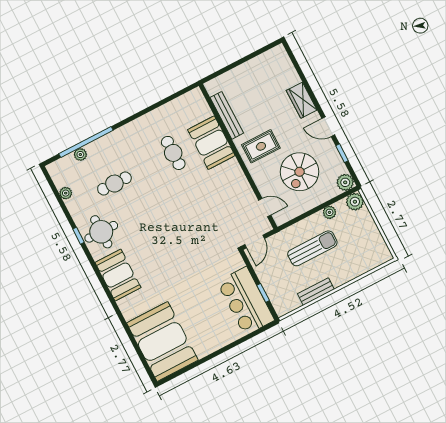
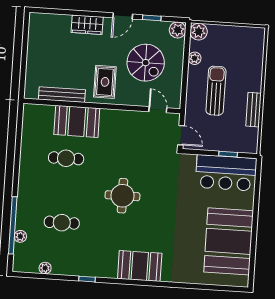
cafe table: (114, 184) -> (62, 223), turned 90
door: (265, 208) -> (158, 110), hinge flipped
round table: (101, 232) -> (122, 196), moved
booth: (162, 341) -> (229, 241), moved, turned 90

